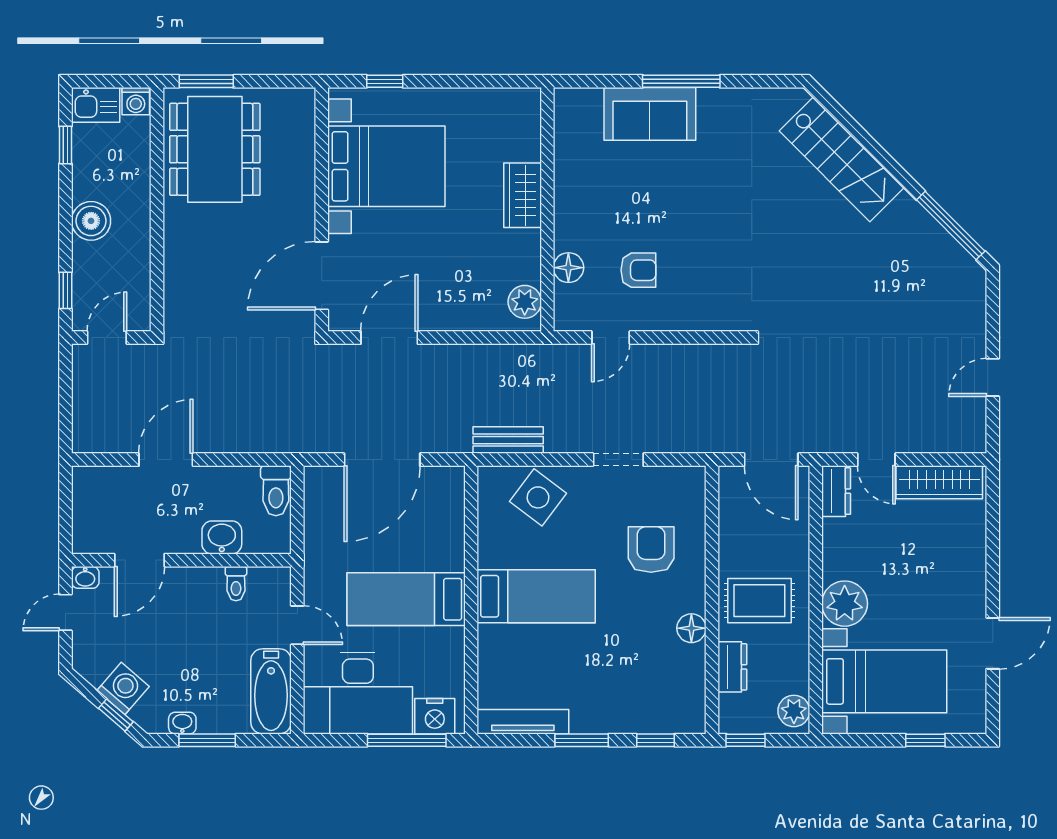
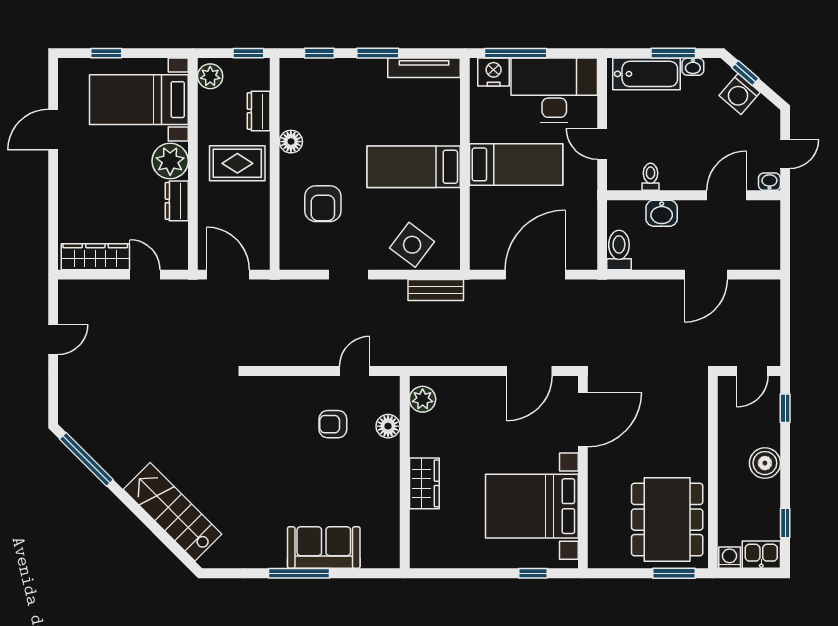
dresser: (836, 491) -> (177, 201), moved
bathtub: (271, 691) -> (646, 74), moved, turned 90

